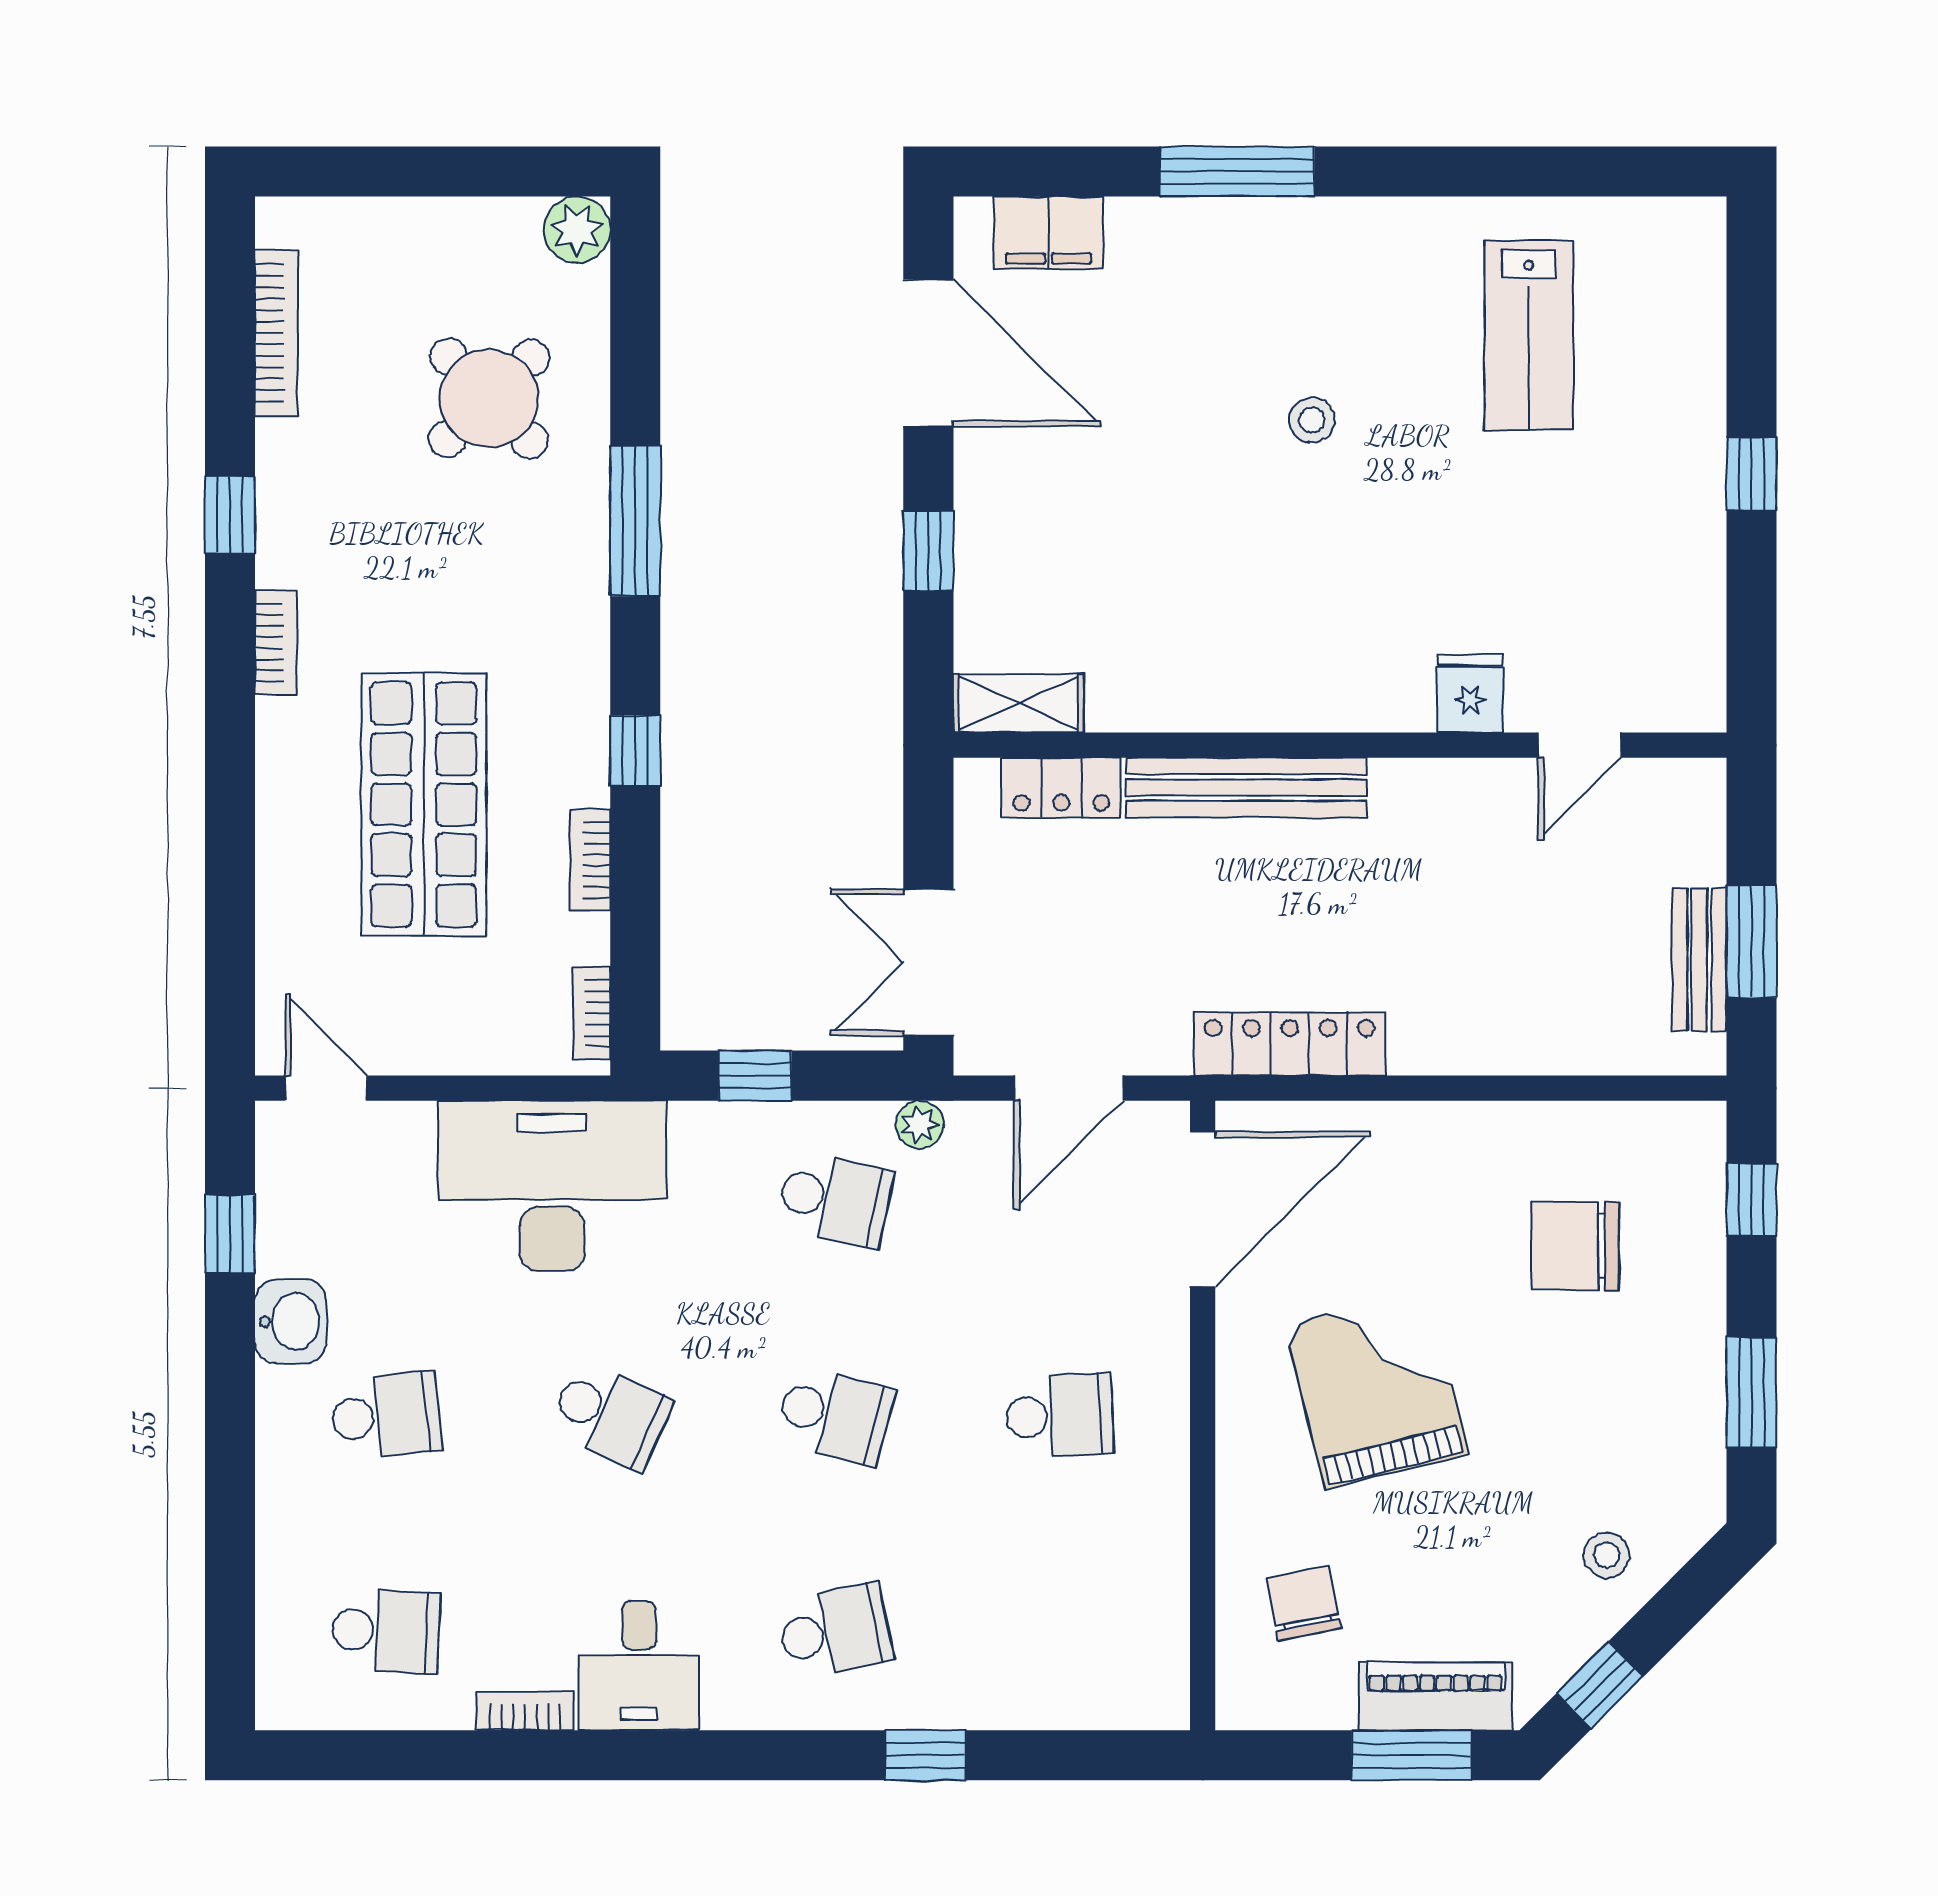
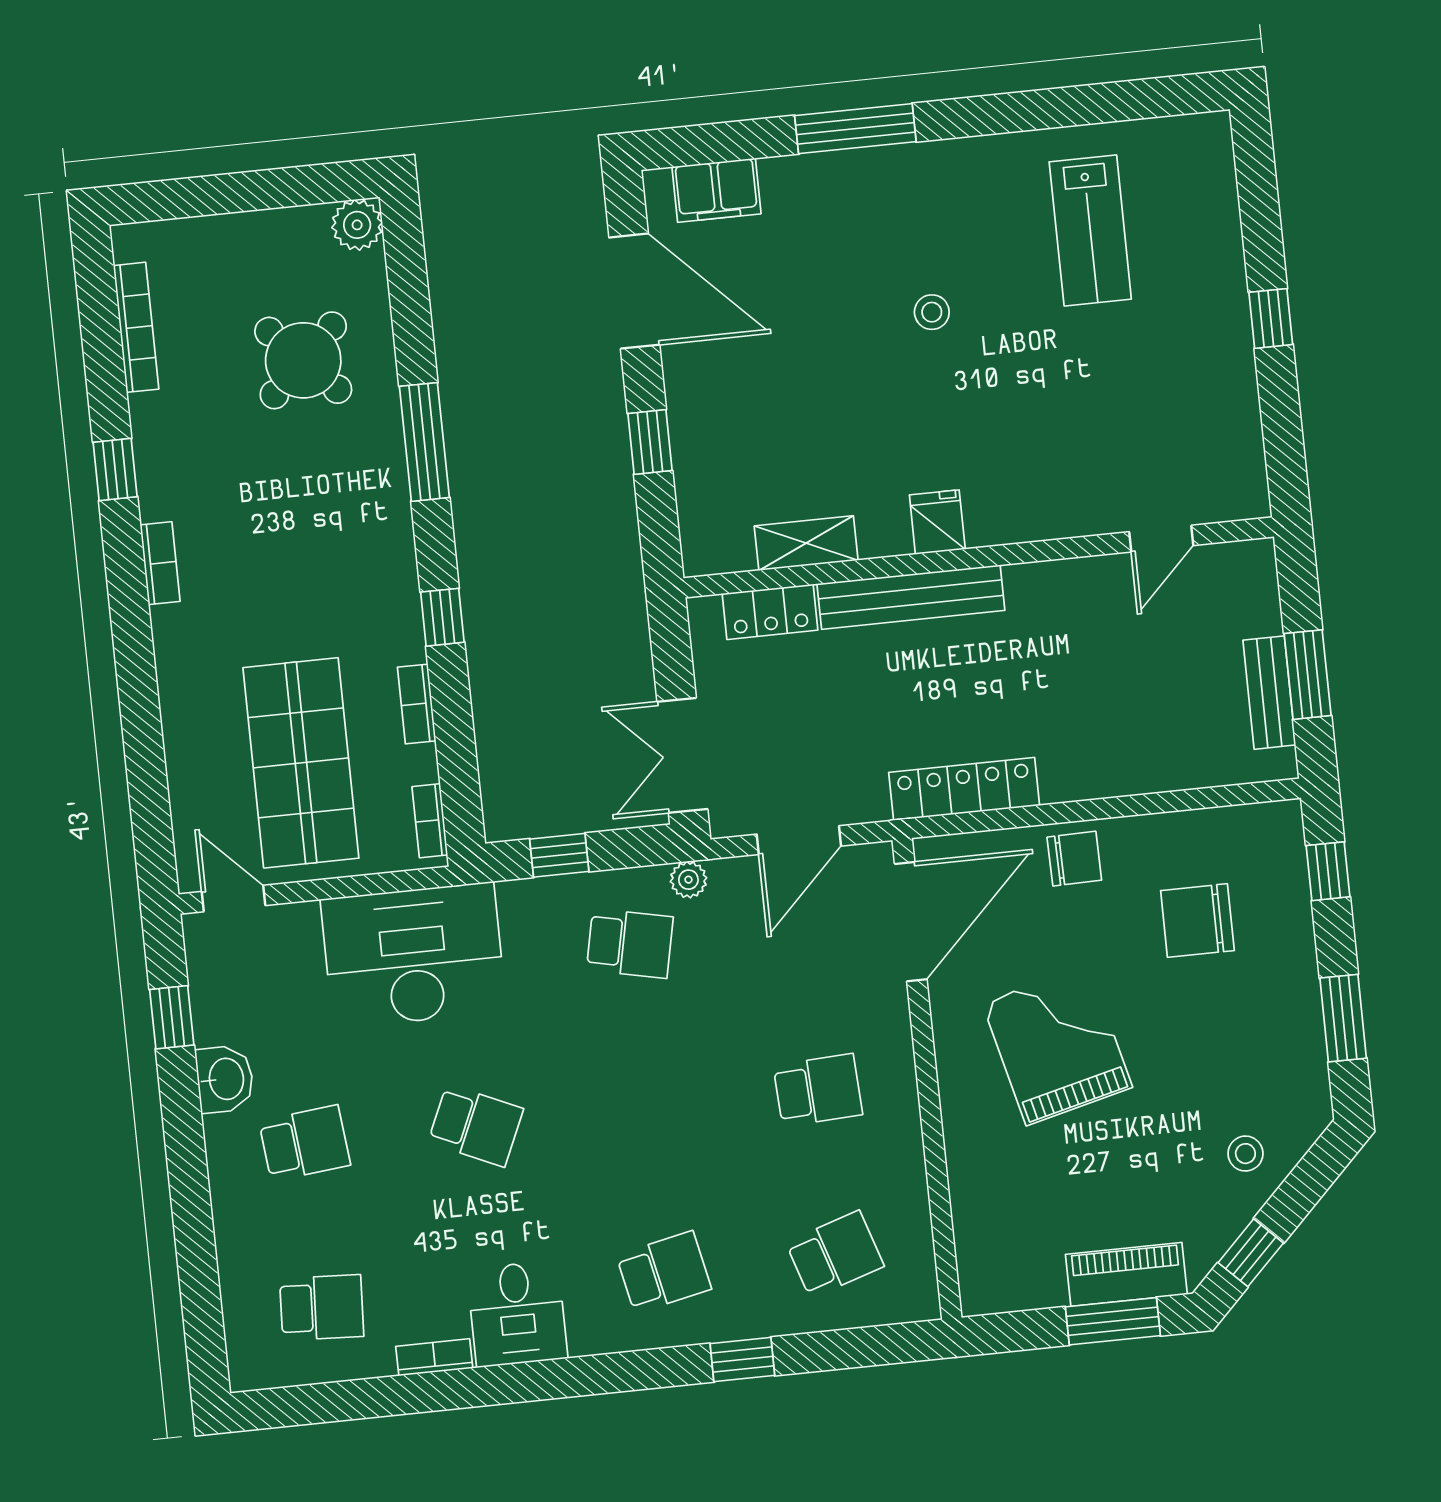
fridge: (1470, 694) -> (937, 522), moved
shelving: (1018, 703) -> (806, 543), moved
shop shelf: (424, 804) -> (301, 763), moved
school desk: (835, 1415) -> (835, 1254), moved, turned -33
chair: (1304, 1603) -> (1074, 859), moved, turned 100

